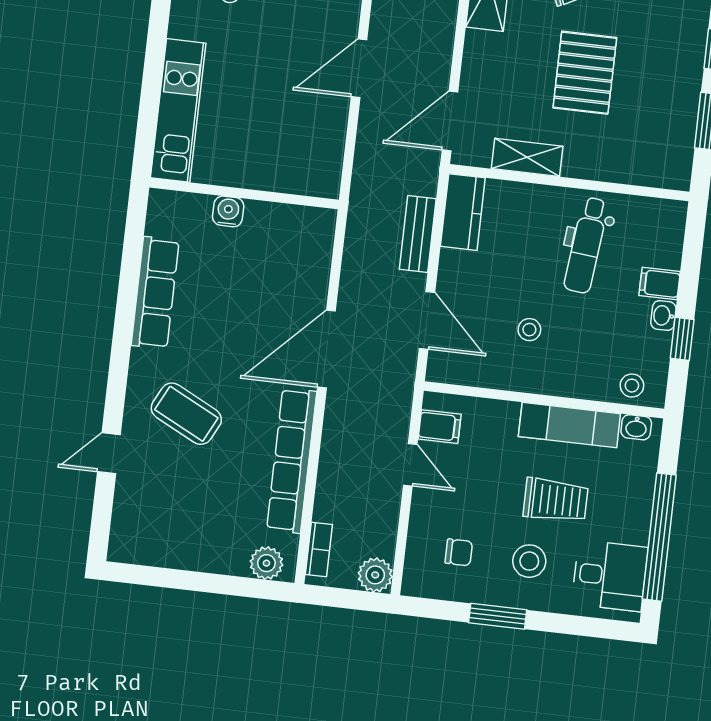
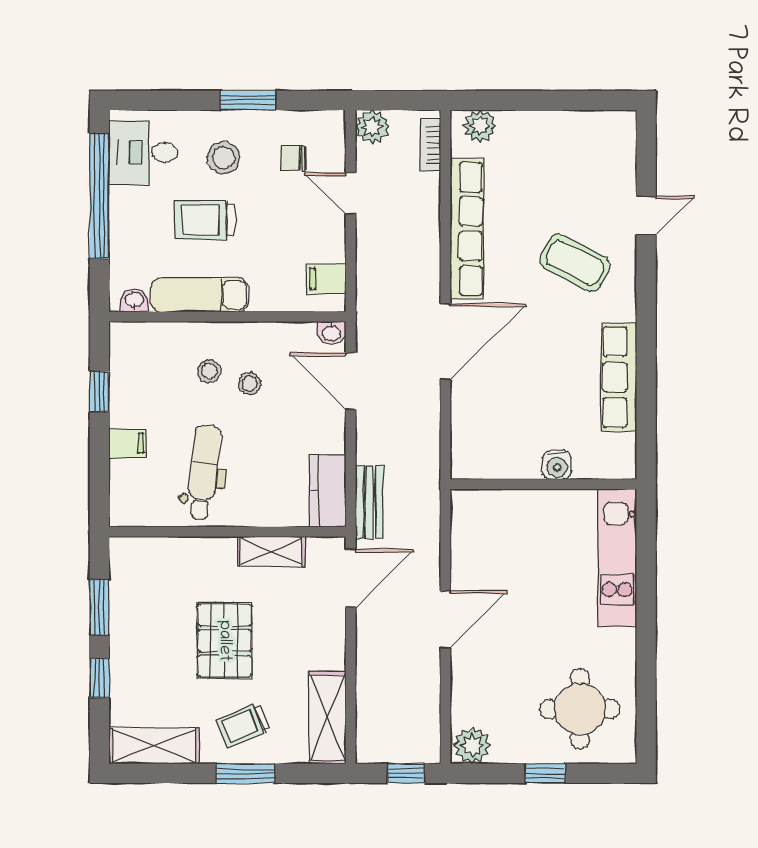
bench: (418, 234) -> (369, 502), moved
washbasin: (663, 316) -> (332, 333), moved, turned 90
stool: (632, 386) -> (209, 371), moved
door: (410, 465) -> (351, 193), moved

